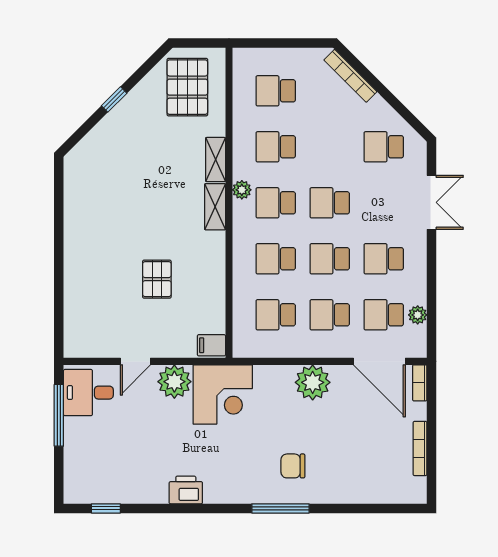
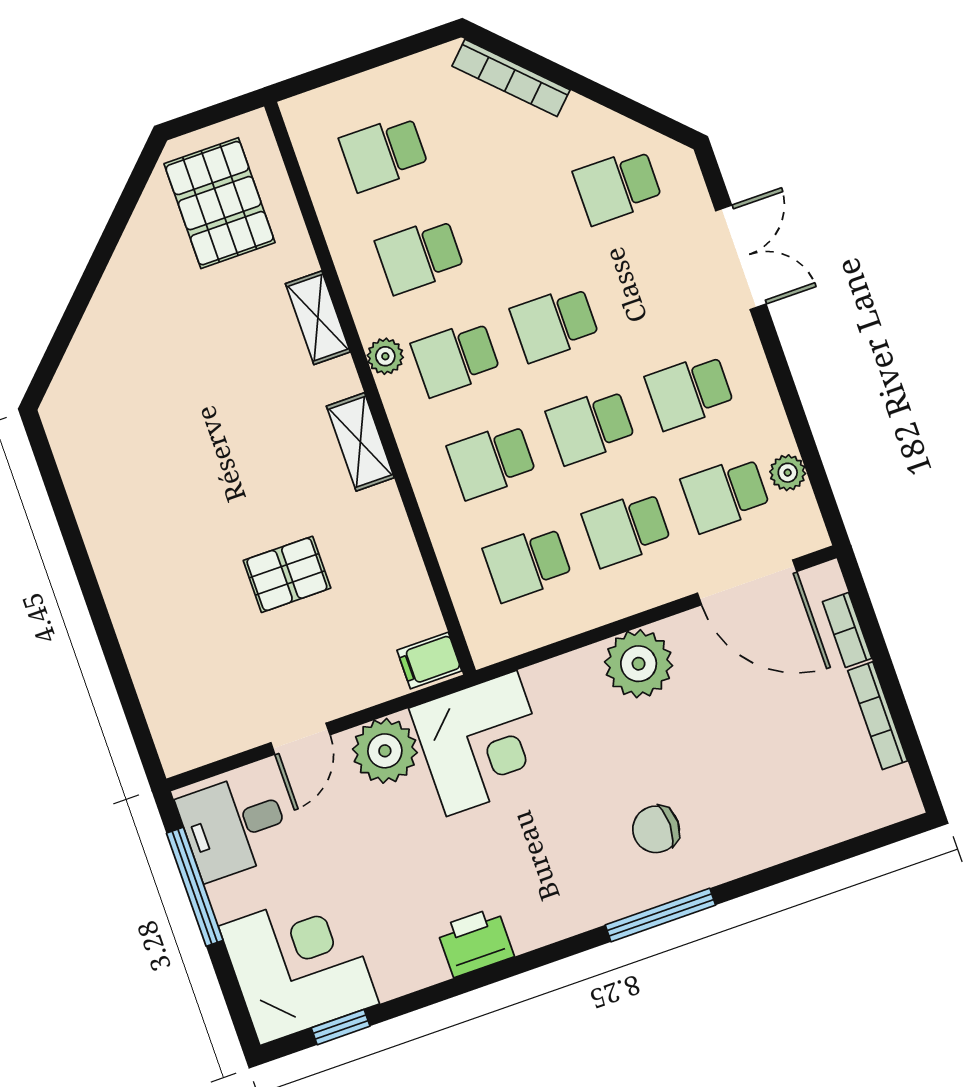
window: (114, 99) -> (93, 273), removed
shelving: (215, 207) -> (360, 442), moved
pallet: (157, 279) -> (287, 574), turned 90
bookcase: (420, 383) -> (847, 630), moved
corner desk: (96, 471) -> (299, 965), added

